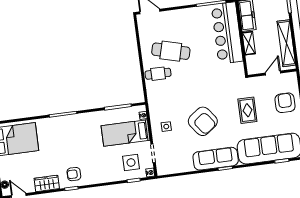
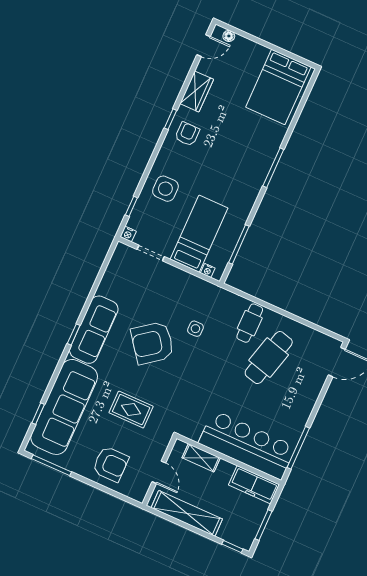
shelving: (249, 43) -> (201, 458), moved
side table: (166, 127) -> (195, 329), moved
side table: (131, 163) -> (165, 189), moved

